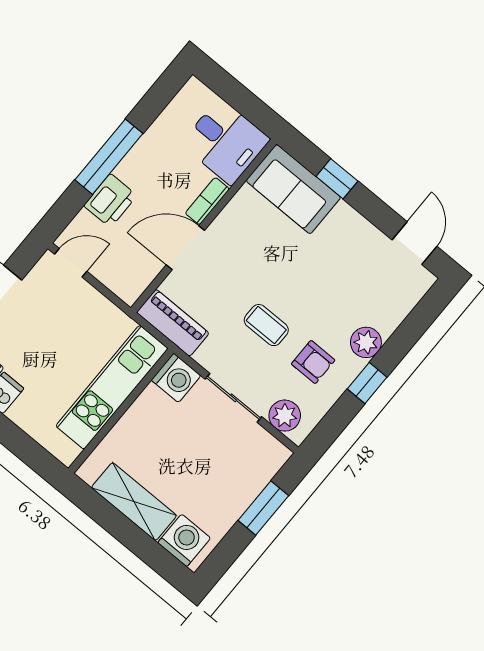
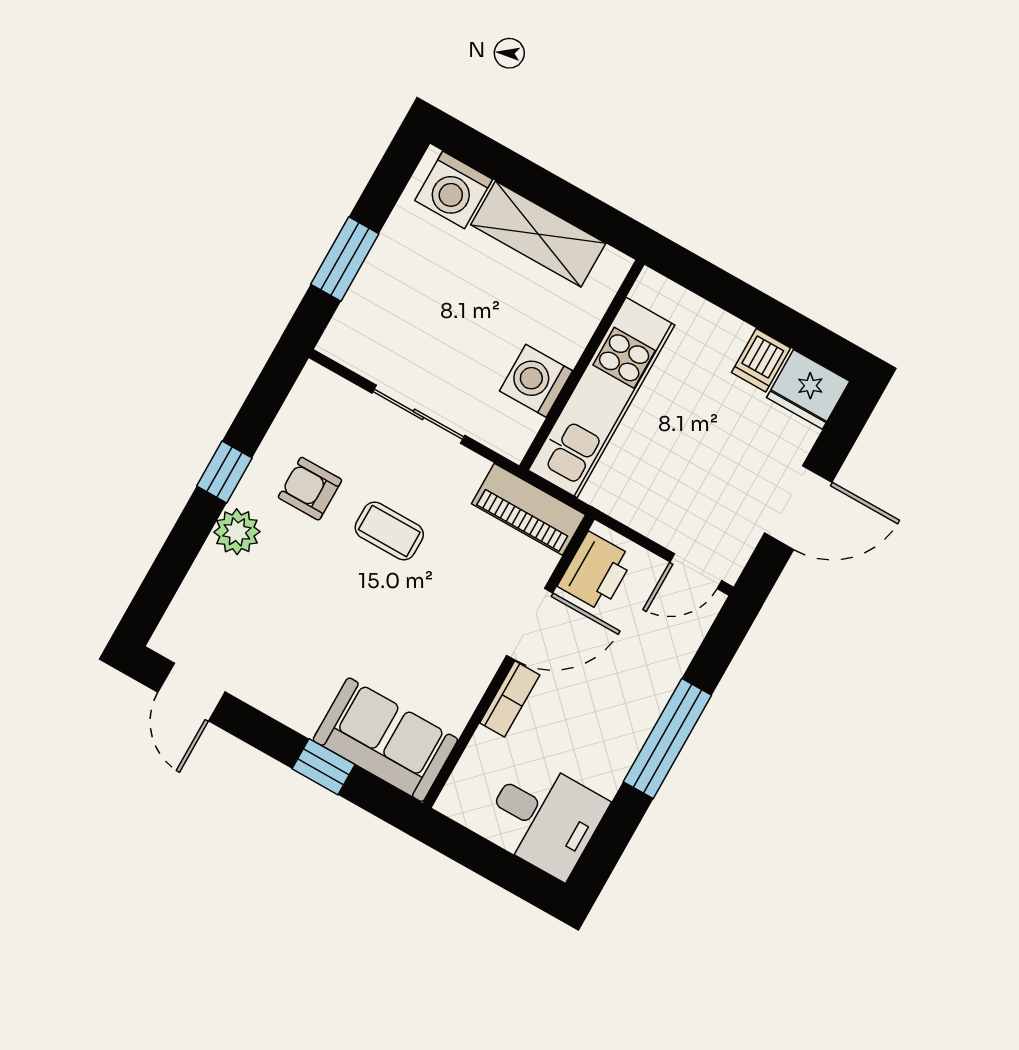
desk: (225, 142) -> (544, 818), moved, turned 180
printer: (110, 201) -> (596, 572), moved, turned 180
washing machine: (176, 378) -> (536, 381), moved
plant: (285, 416) -> (338, 402), removed

